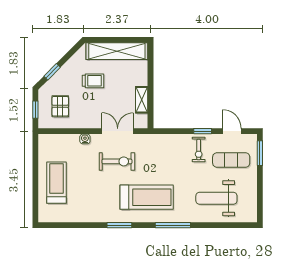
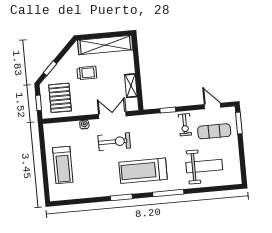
pallet: (60, 106) -> (60, 98), width x1.50, depth x1.42
window: (203, 131) -> (168, 110), moved
treadmill: (56, 183) -> (63, 165), turned 180
treadmill: (147, 197) -> (143, 171), turned 180
weight bench: (216, 198) -> (204, 166), turned 180

